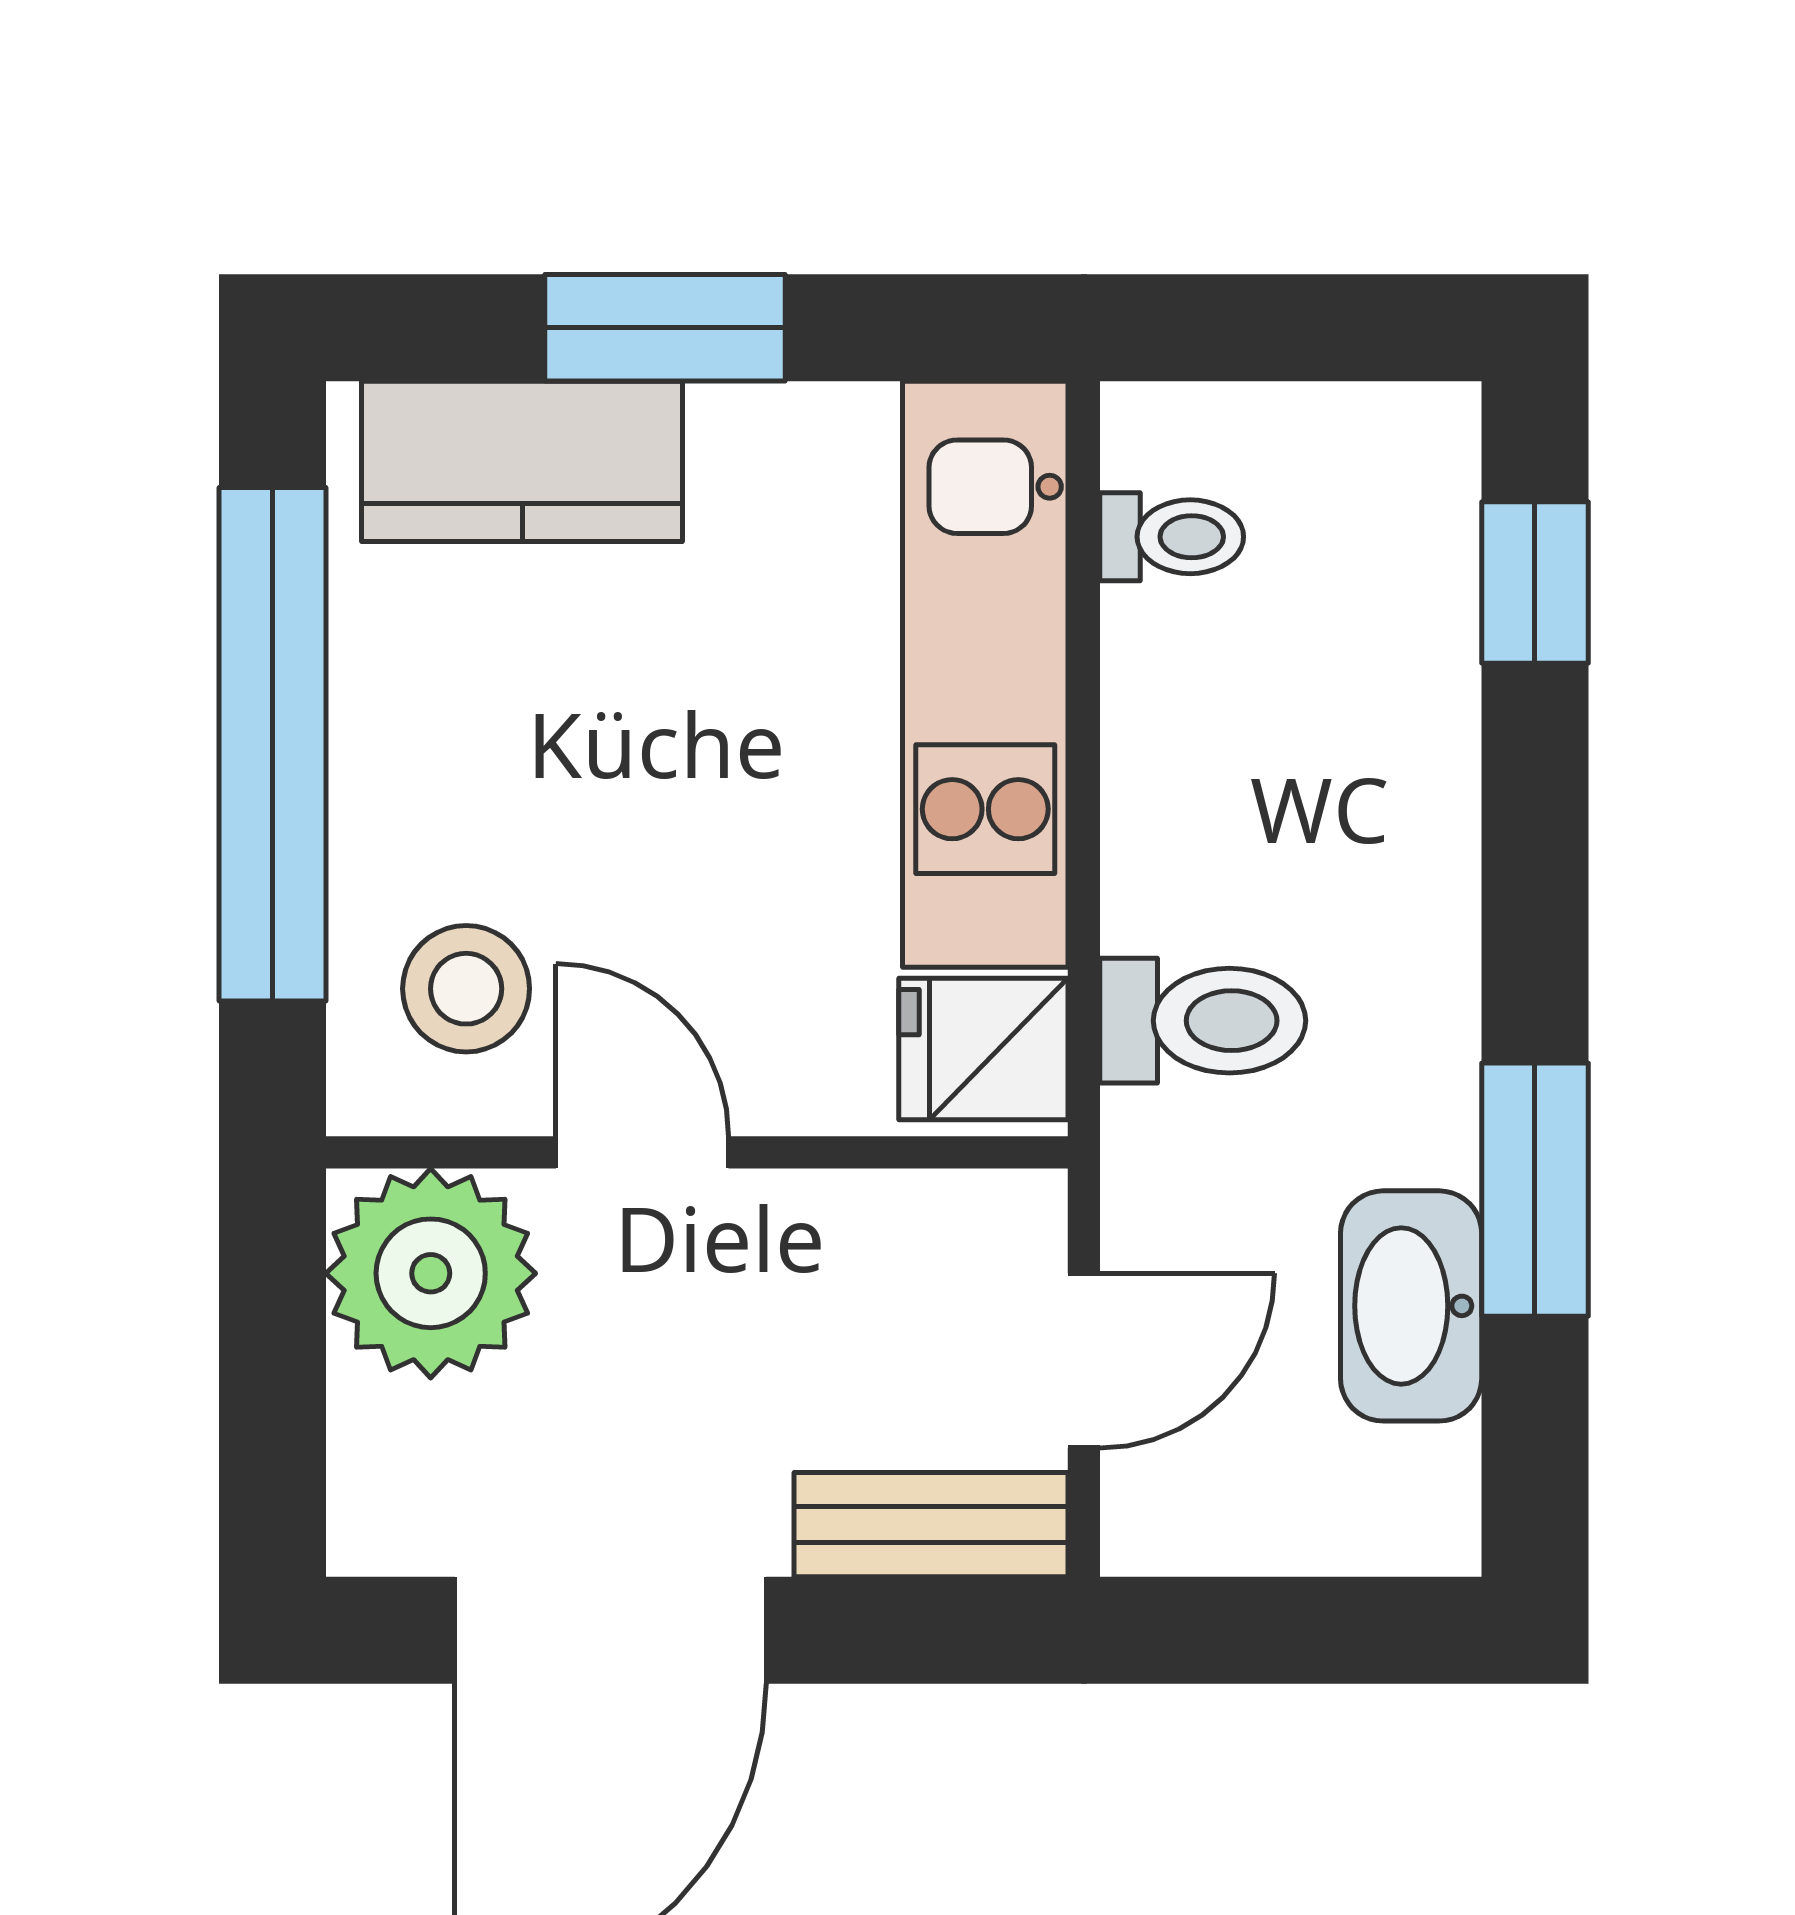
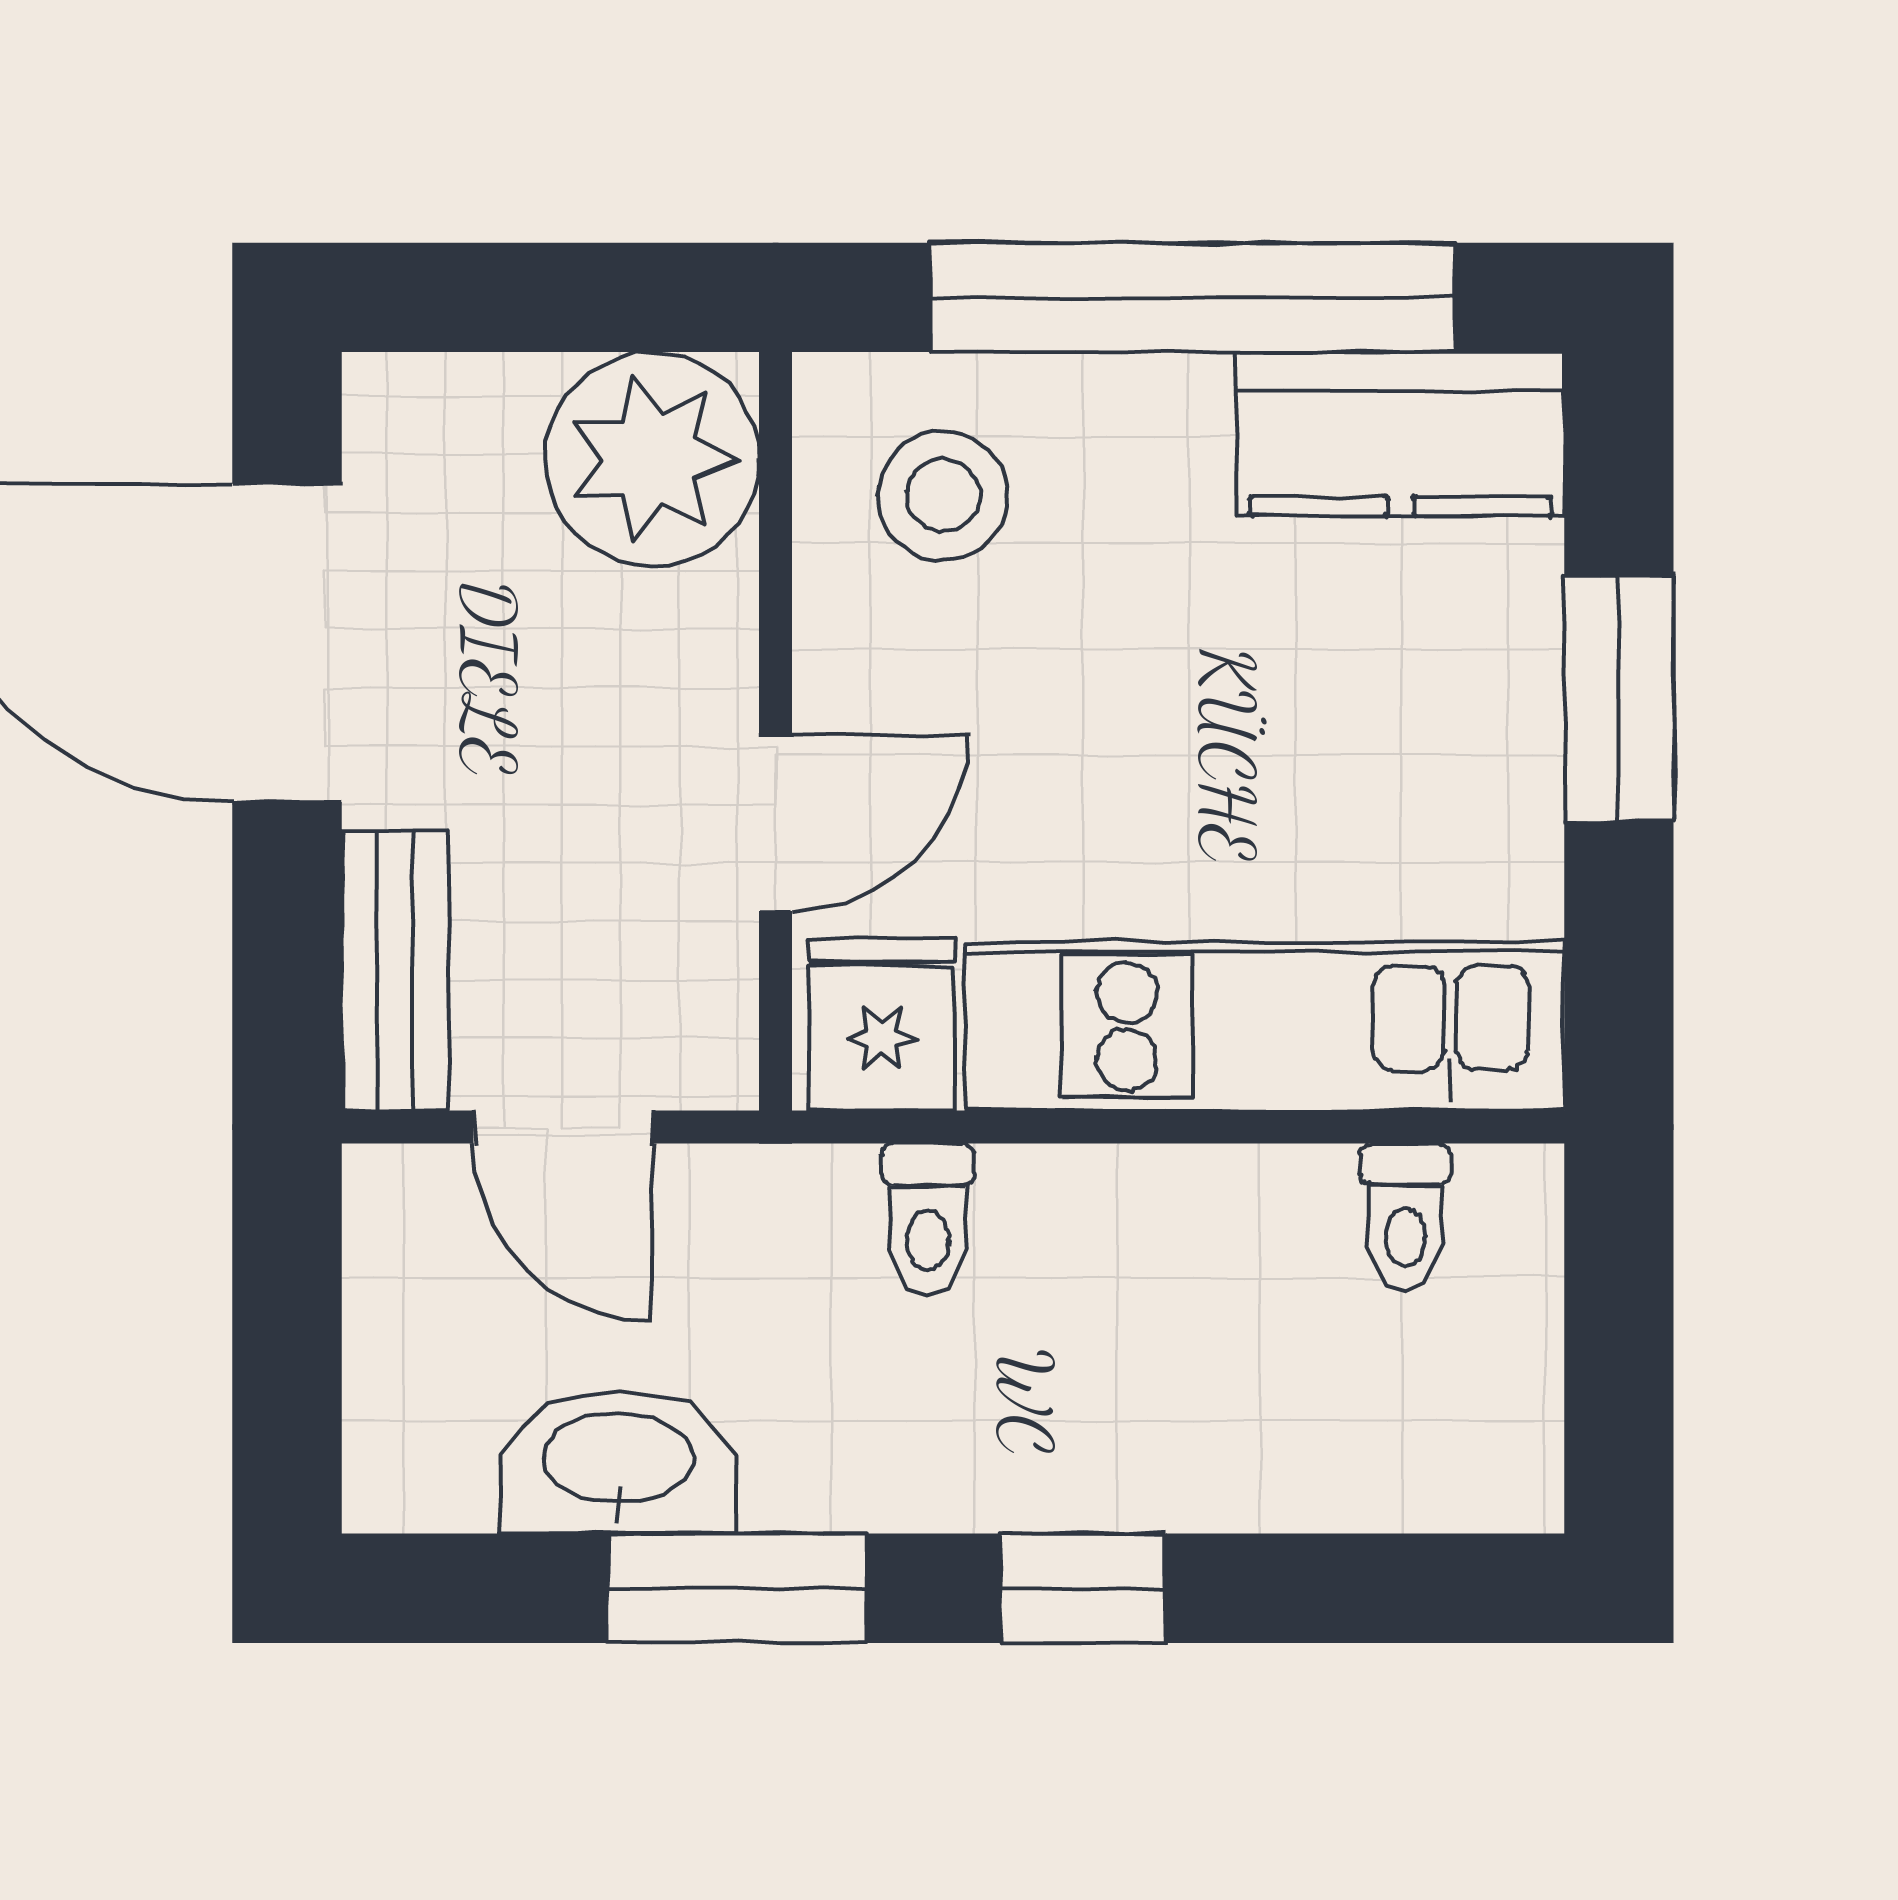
kitchen counter: (522, 461) -> (1400, 434), moved, turned -90
window: (1535, 582) -> (1083, 1588), moved
toilet: (1203, 1021) -> (928, 1219), width x0.73, depth x0.72
door: (642, 1152) -> (776, 823), moved

